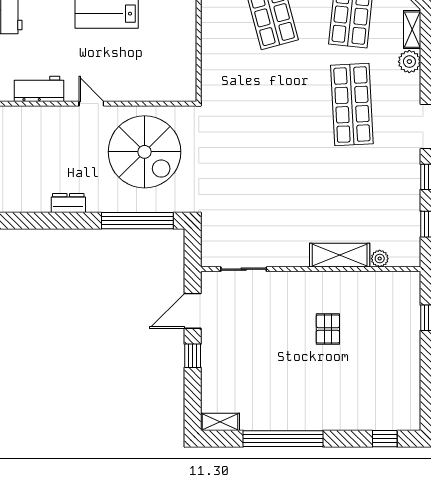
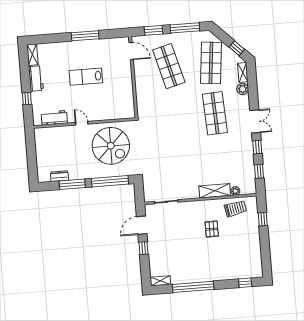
dresser: (68, 203) -> (59, 176), moved
window: (64, 221) -> (72, 184), added
trolley: (377, 293) -> (235, 209), added

